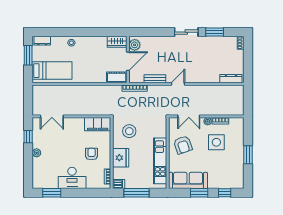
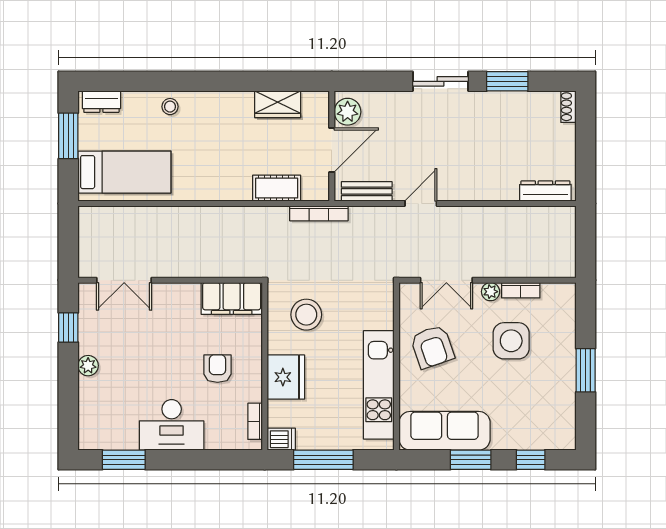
plant: (135, 45) -> (348, 112), moved
wall: (128, 59) -> (332, 146), moved
door: (128, 61) -> (332, 150), moved

